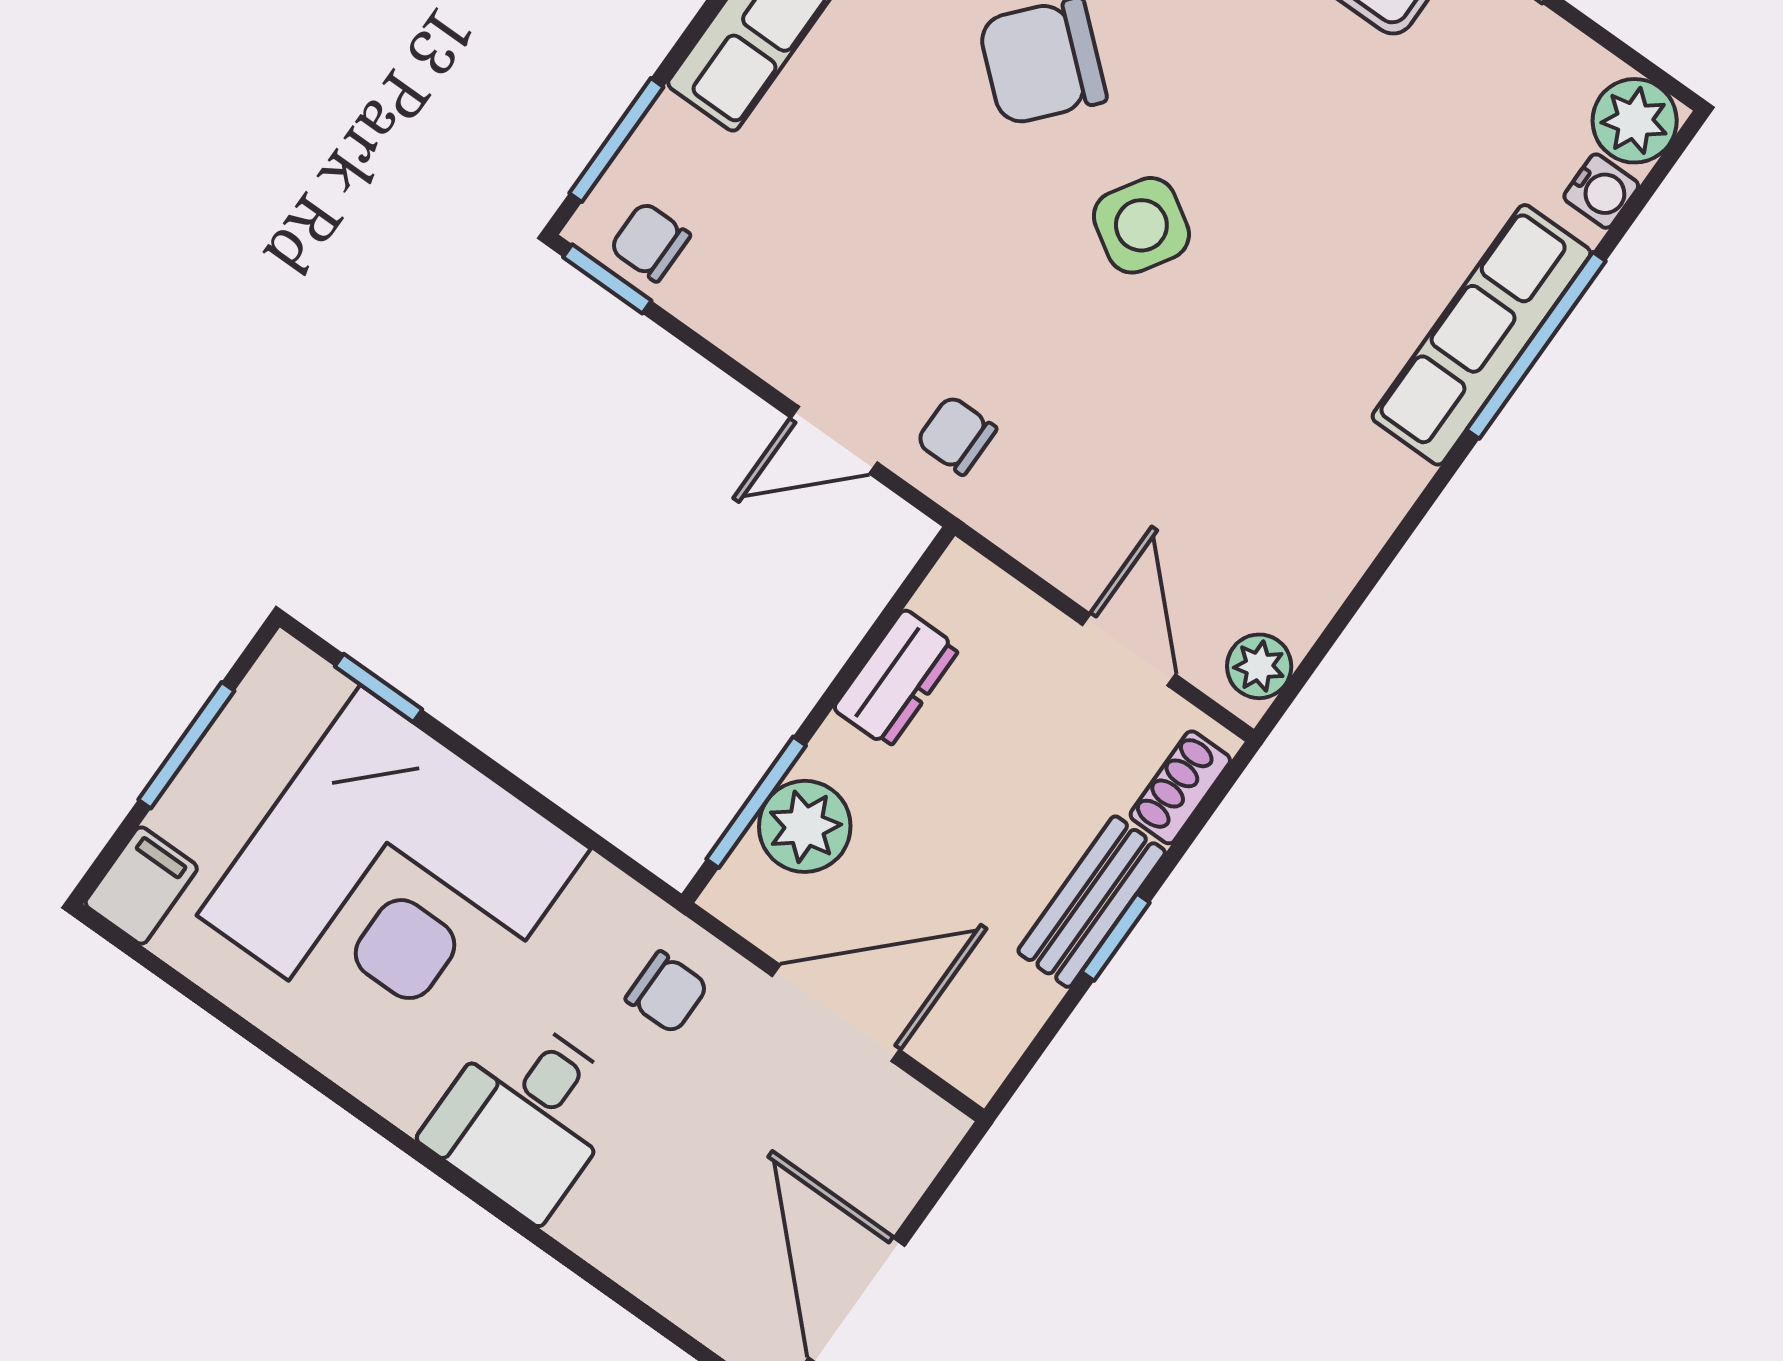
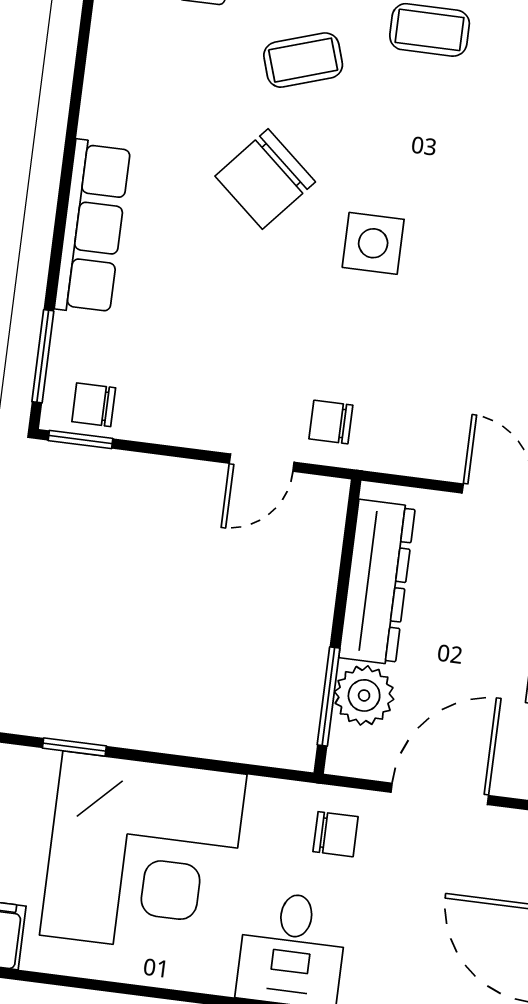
side table: (1141, 225) -> (373, 243), turned -32
dresser: (897, 678) -> (377, 582), width x1.96, depth x1.24

